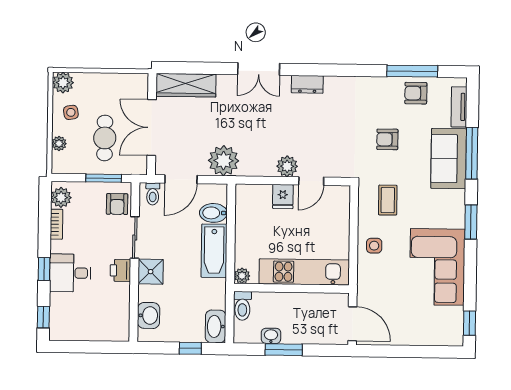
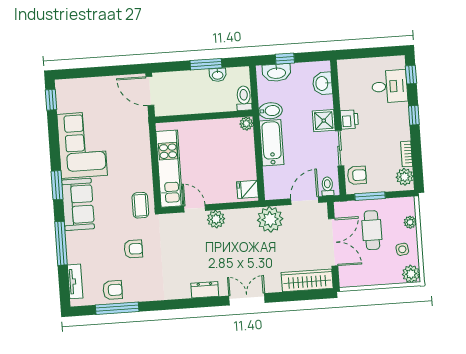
sofa: (449, 159) -> (78, 204), moved
door: (311, 181) -> (195, 208), hinge flipped
fridge: (283, 197) -> (247, 189), moved, turned -90
coffee table: (388, 200) -> (140, 205), moved
armchair: (117, 204) -> (357, 175), turned 90
bidet: (213, 213) -> (270, 111), moved
side table: (374, 246) -> (137, 158), removed
kitchen unit: (304, 272) -> (169, 169), moved, turned -90
desk: (70, 273) -> (390, 86), moved
washbasin: (216, 326) -> (277, 73), moved, turned 90

